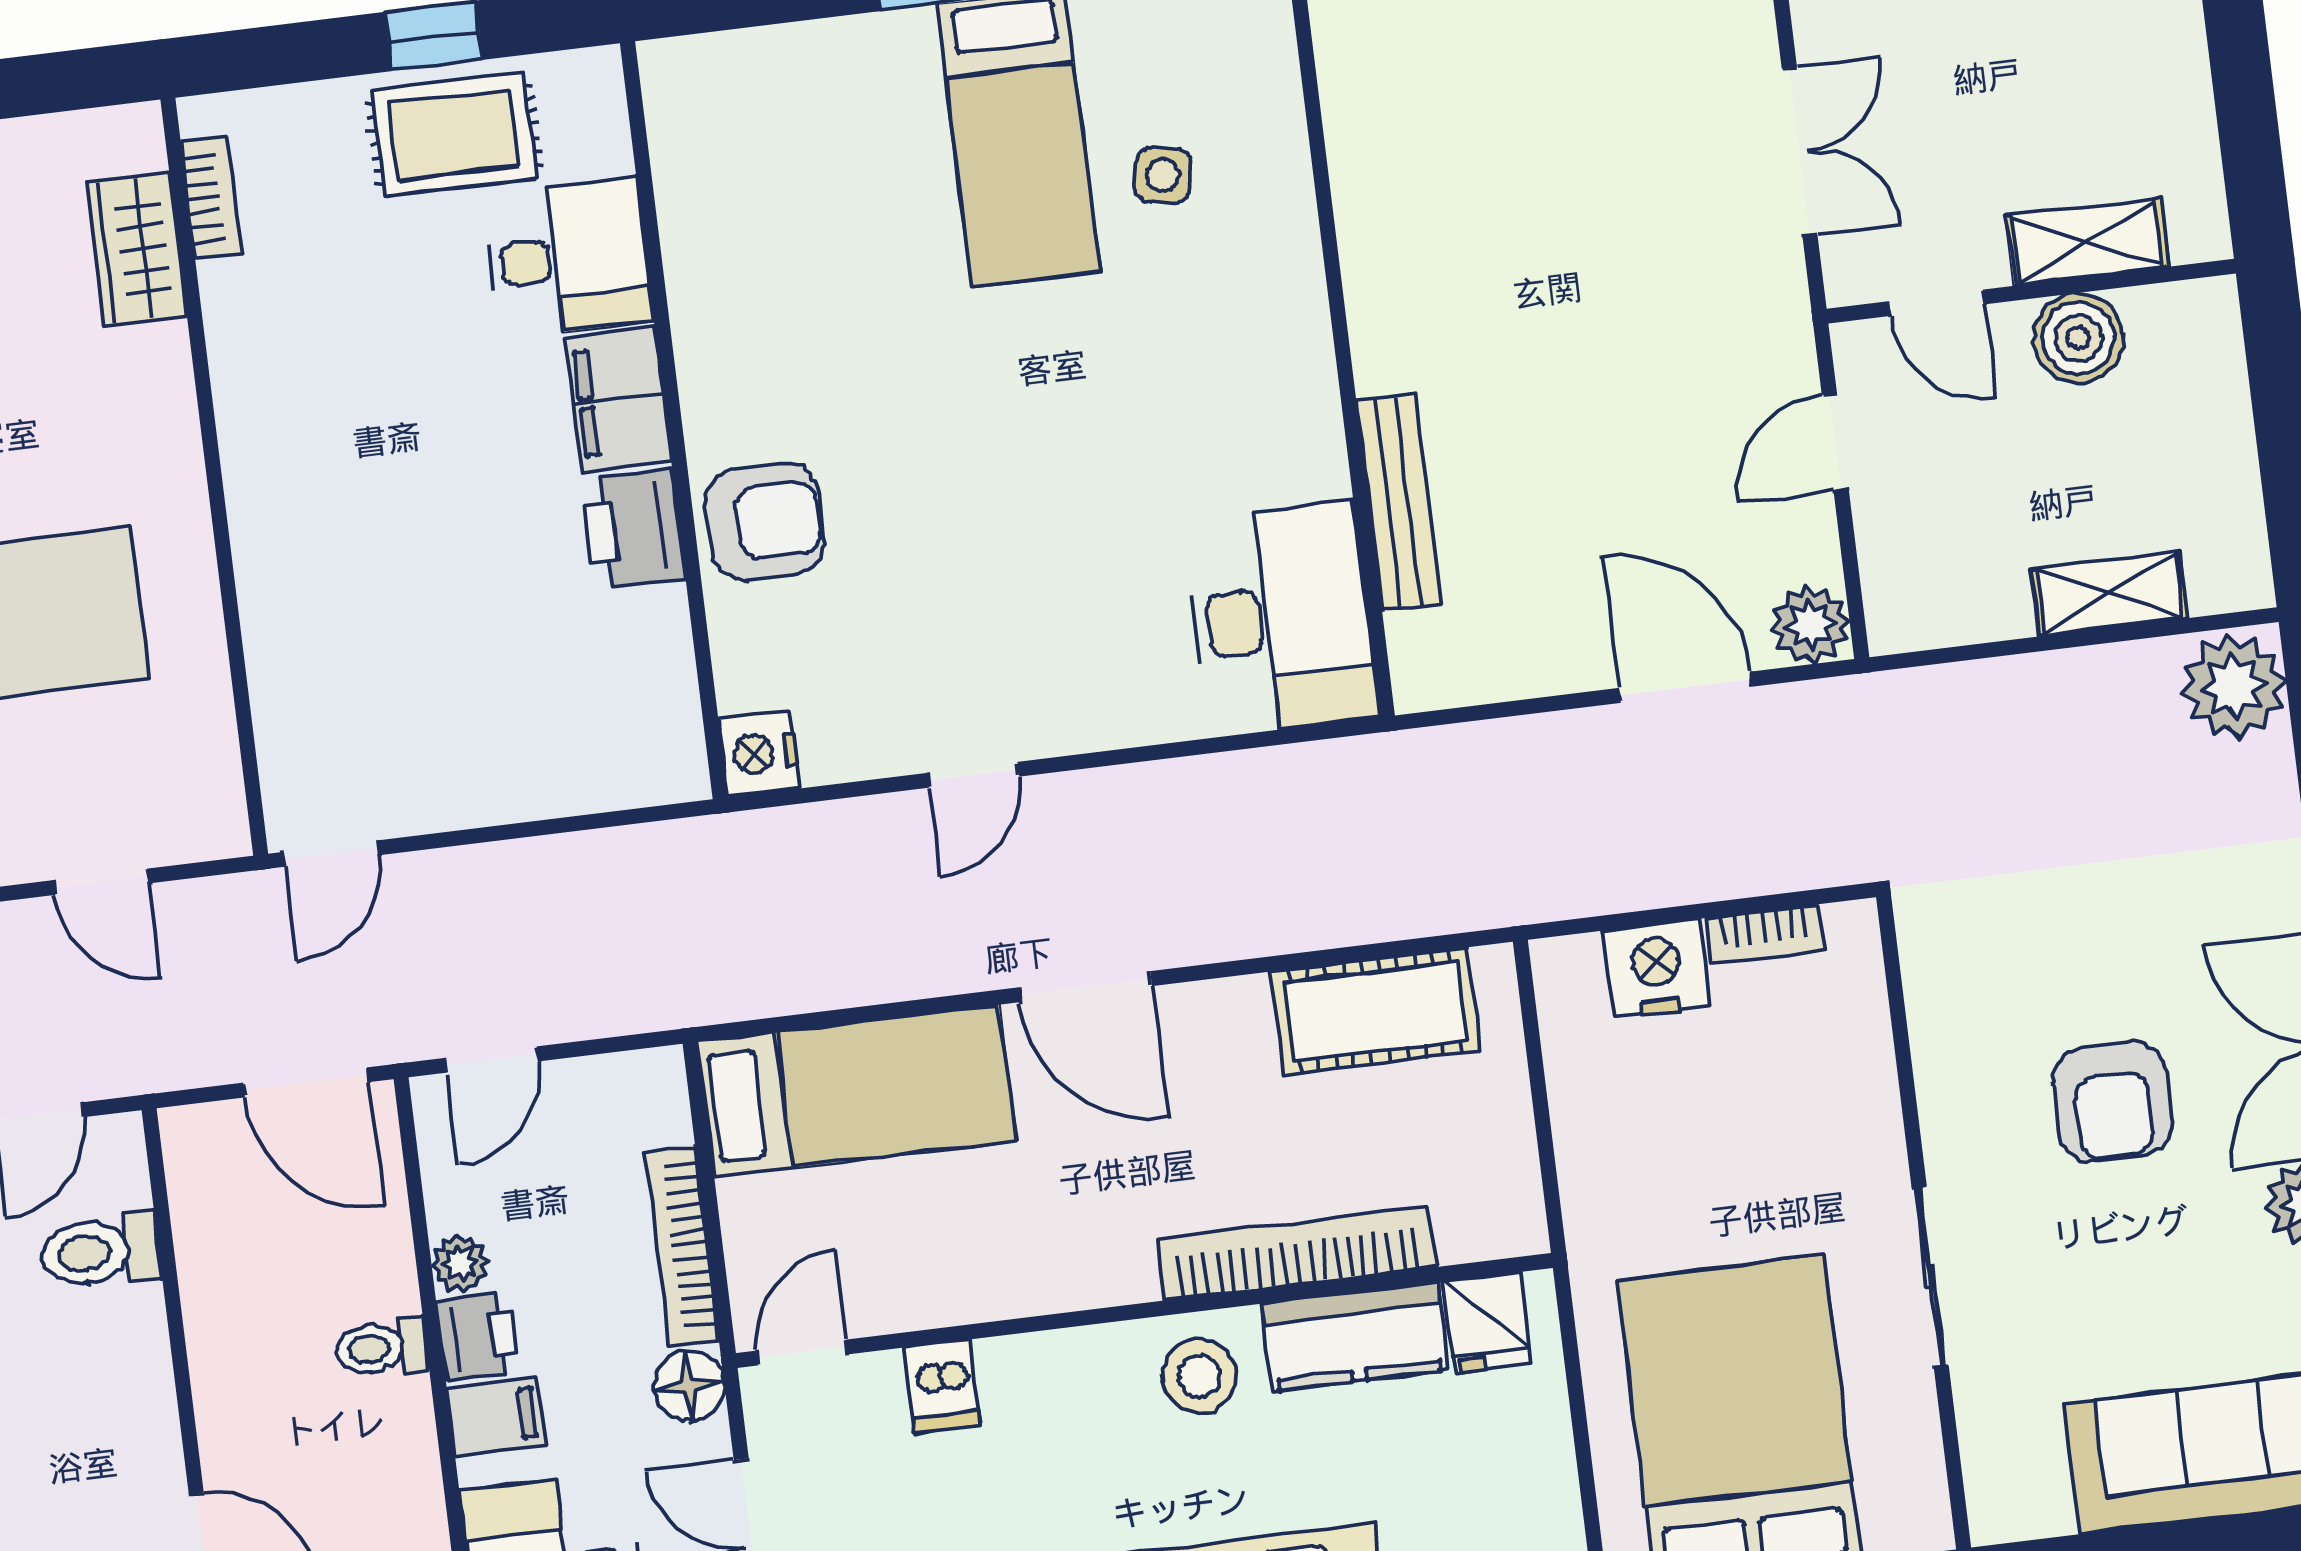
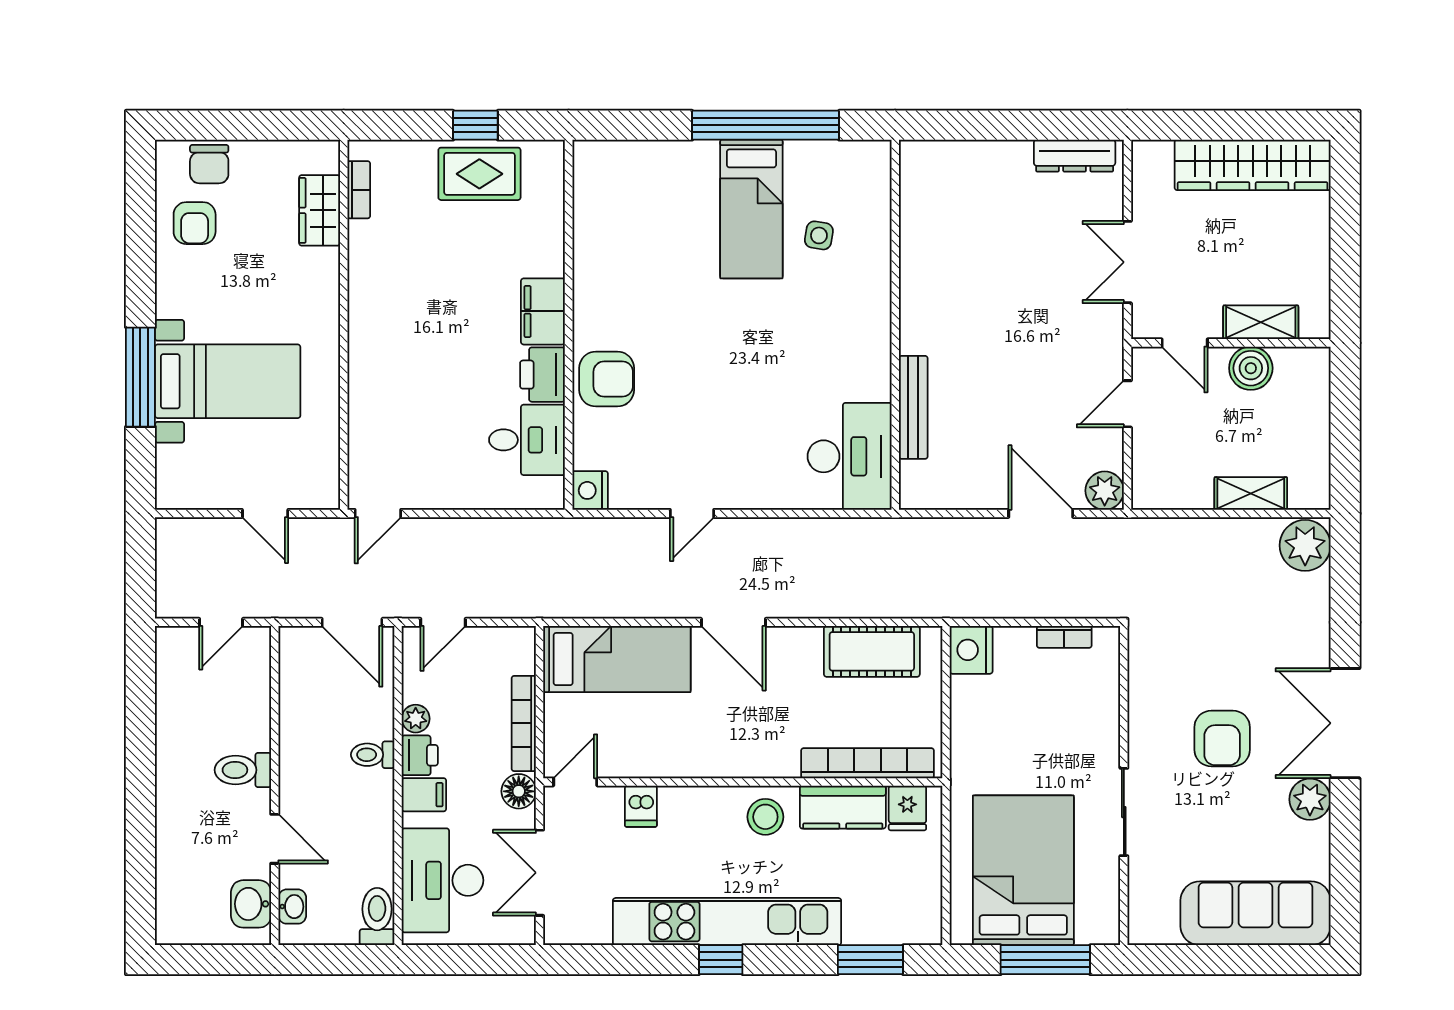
double door: (1800, 152) -> (1127, 262), swing flipped
desk: (568, 258) -> (527, 440), moved
nightstand: (1656, 969) -> (971, 650), moved, turned -90
toilet: (100, 1251) -> (243, 770), moved
bookcase: (1296, 1253) -> (868, 763), moved

